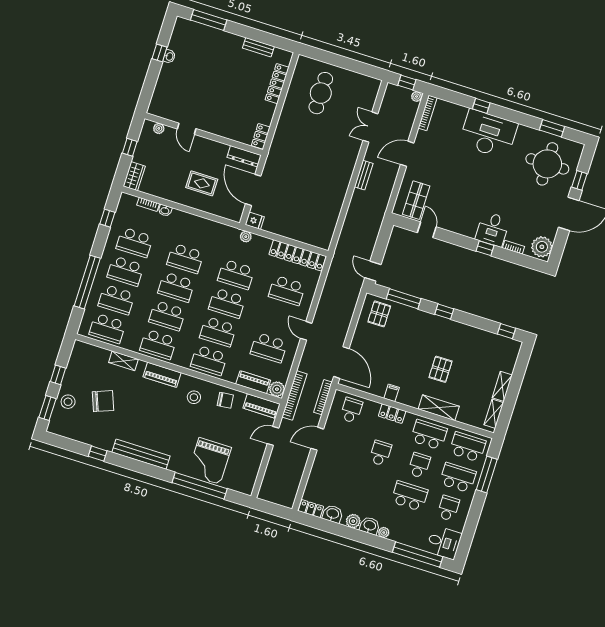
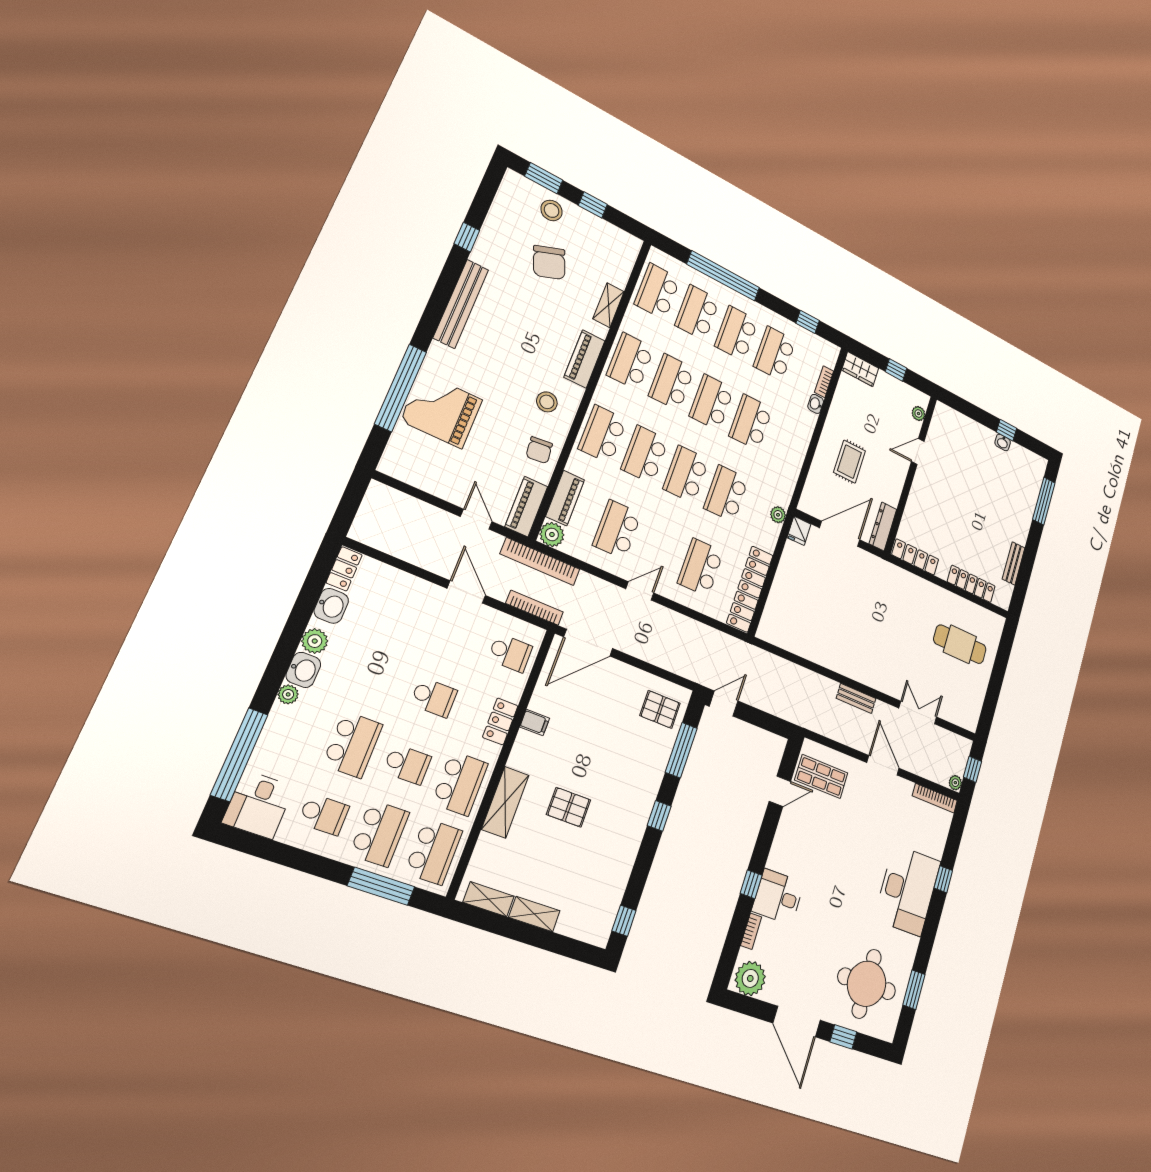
locker: (261, 136) -> (915, 557), width x1.53

